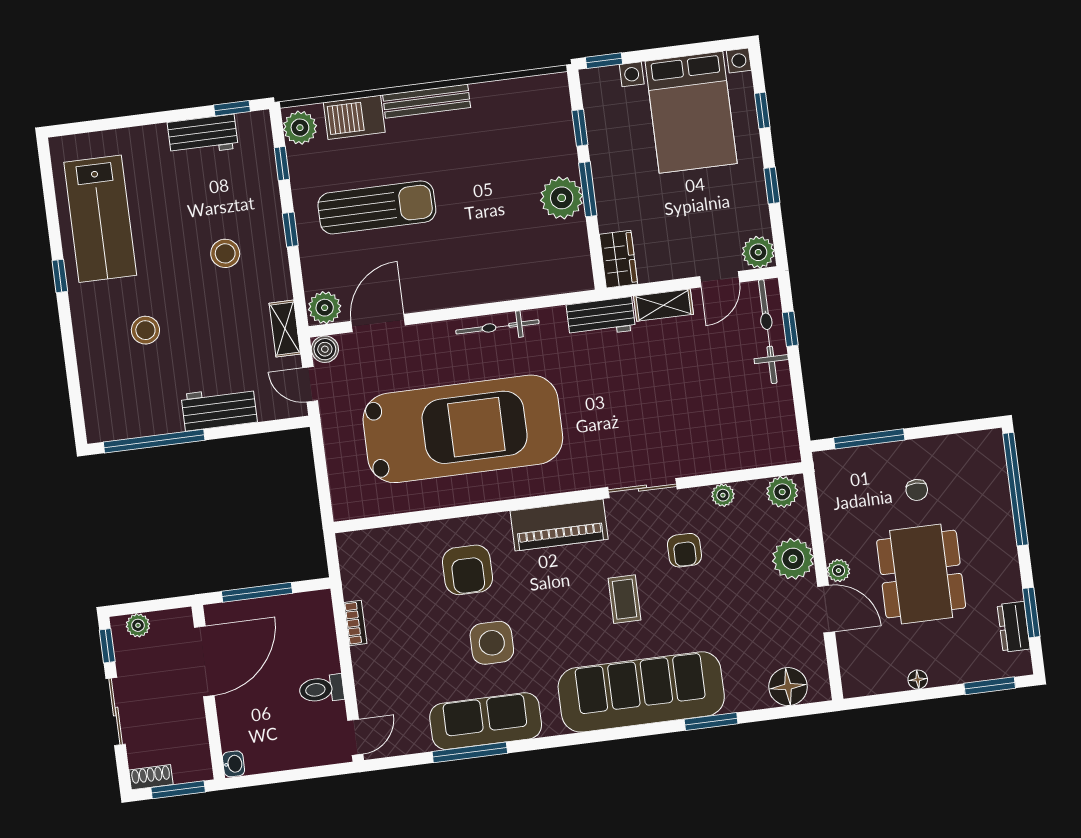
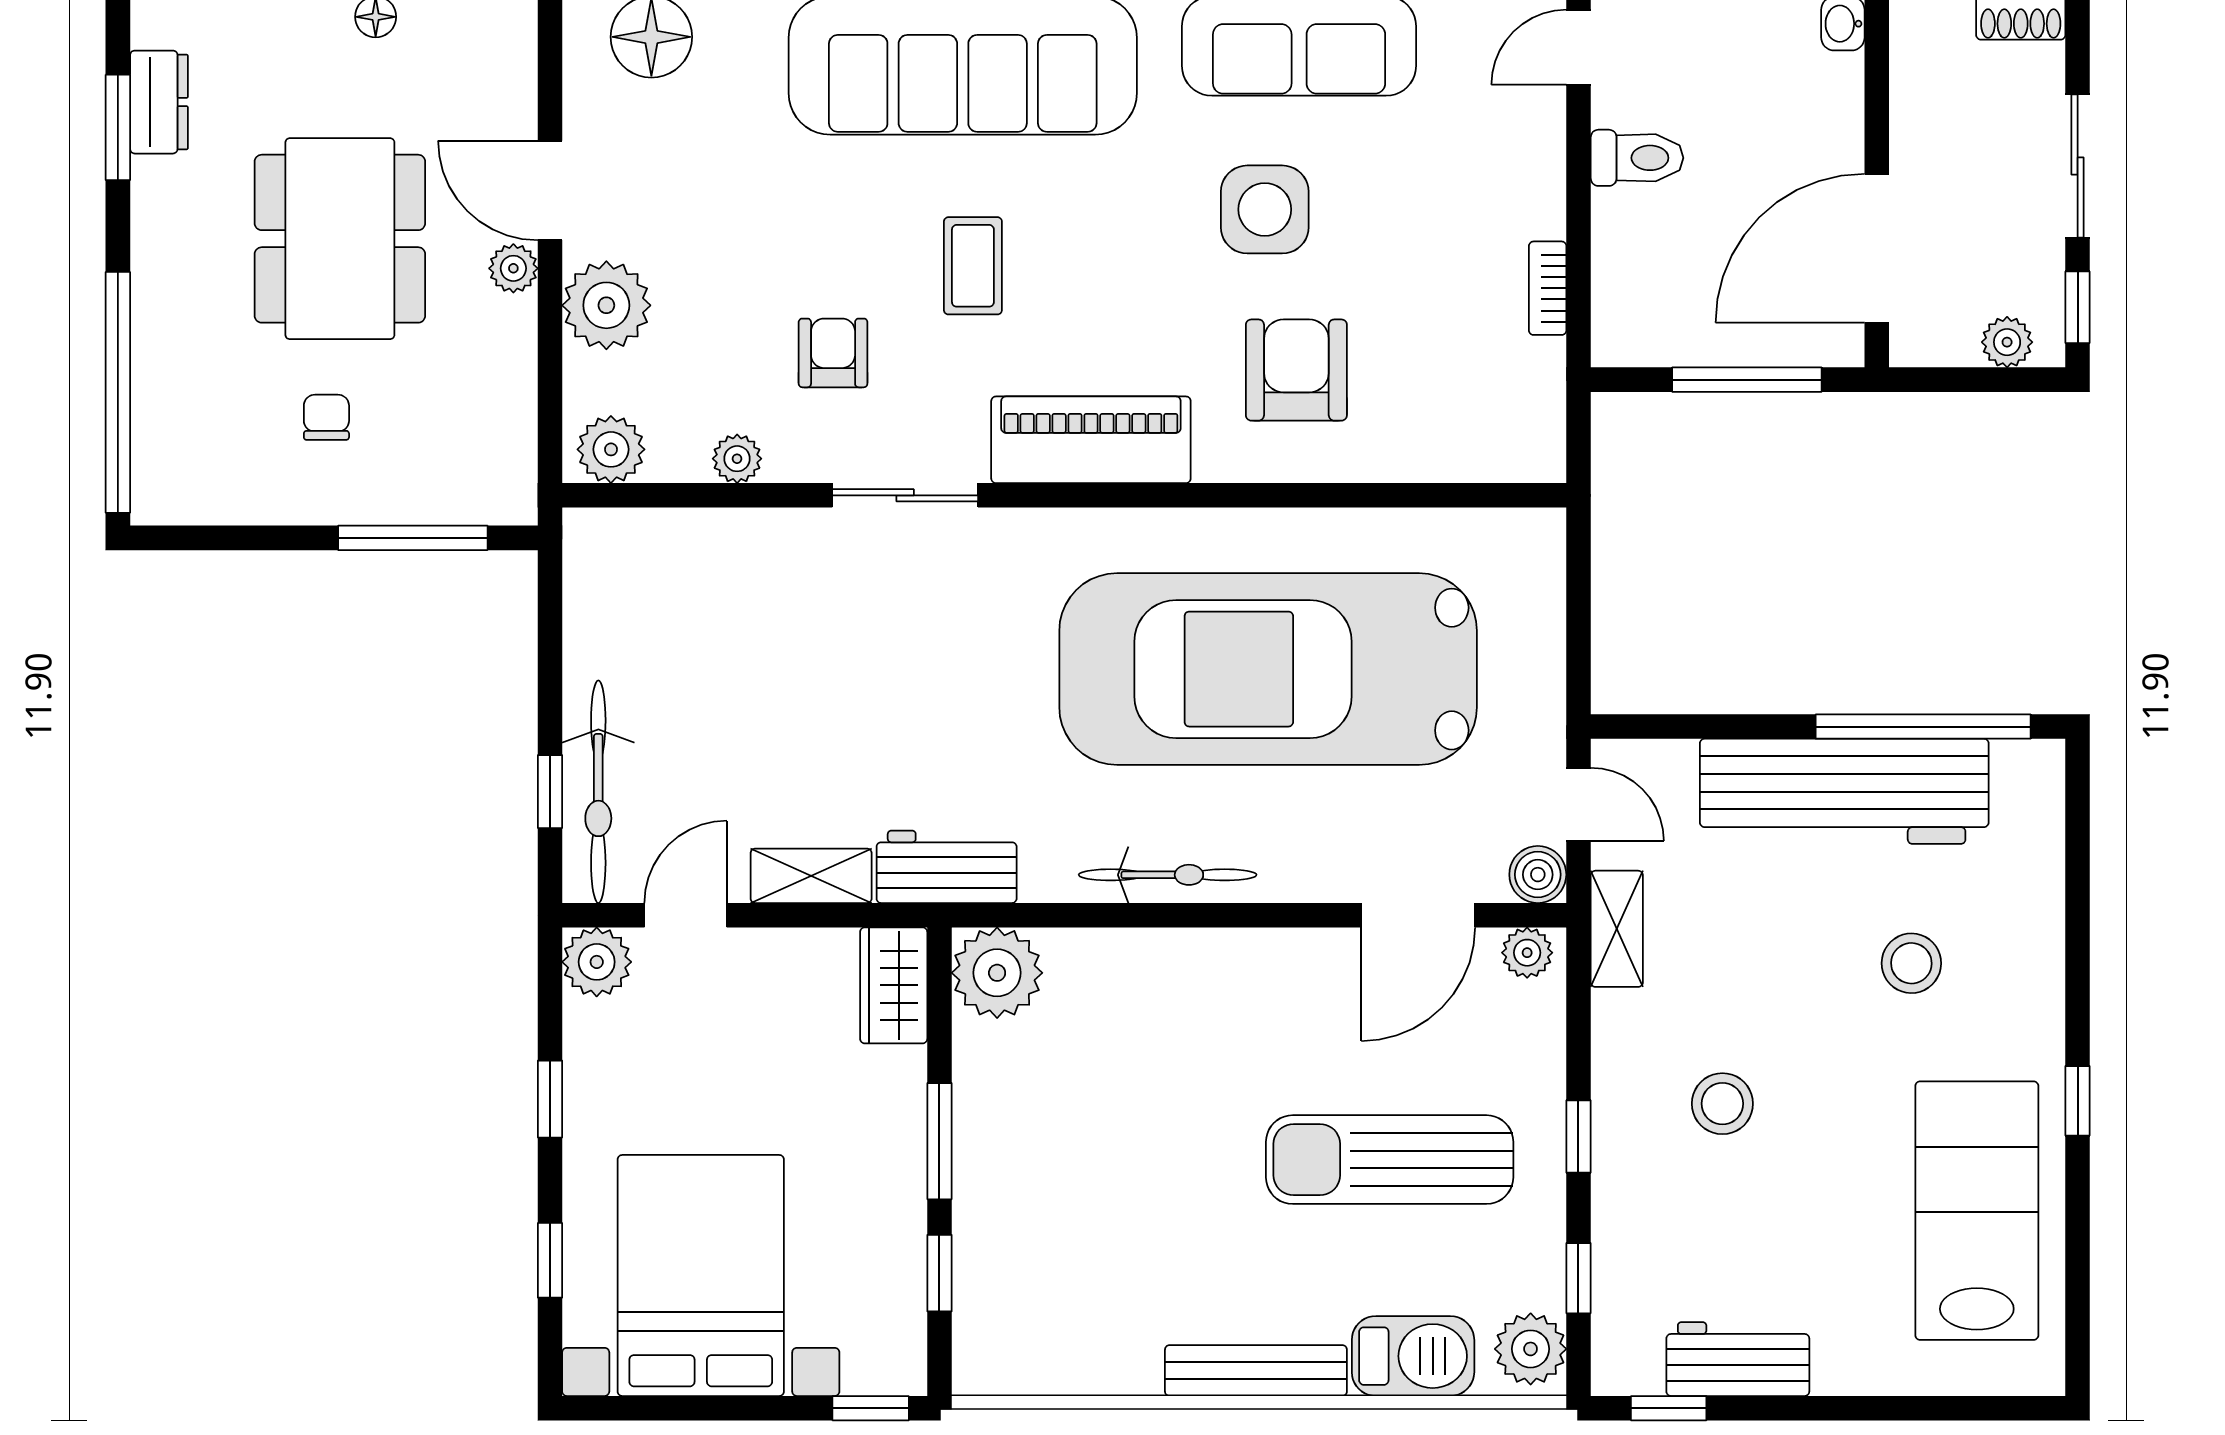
plant: (562, 198) -> (997, 973), moved
plant: (325, 308) -> (1527, 953), width x0.73, depth x0.73
workbench: (219, 408) -> (1844, 791), width x1.88, depth x1.32

